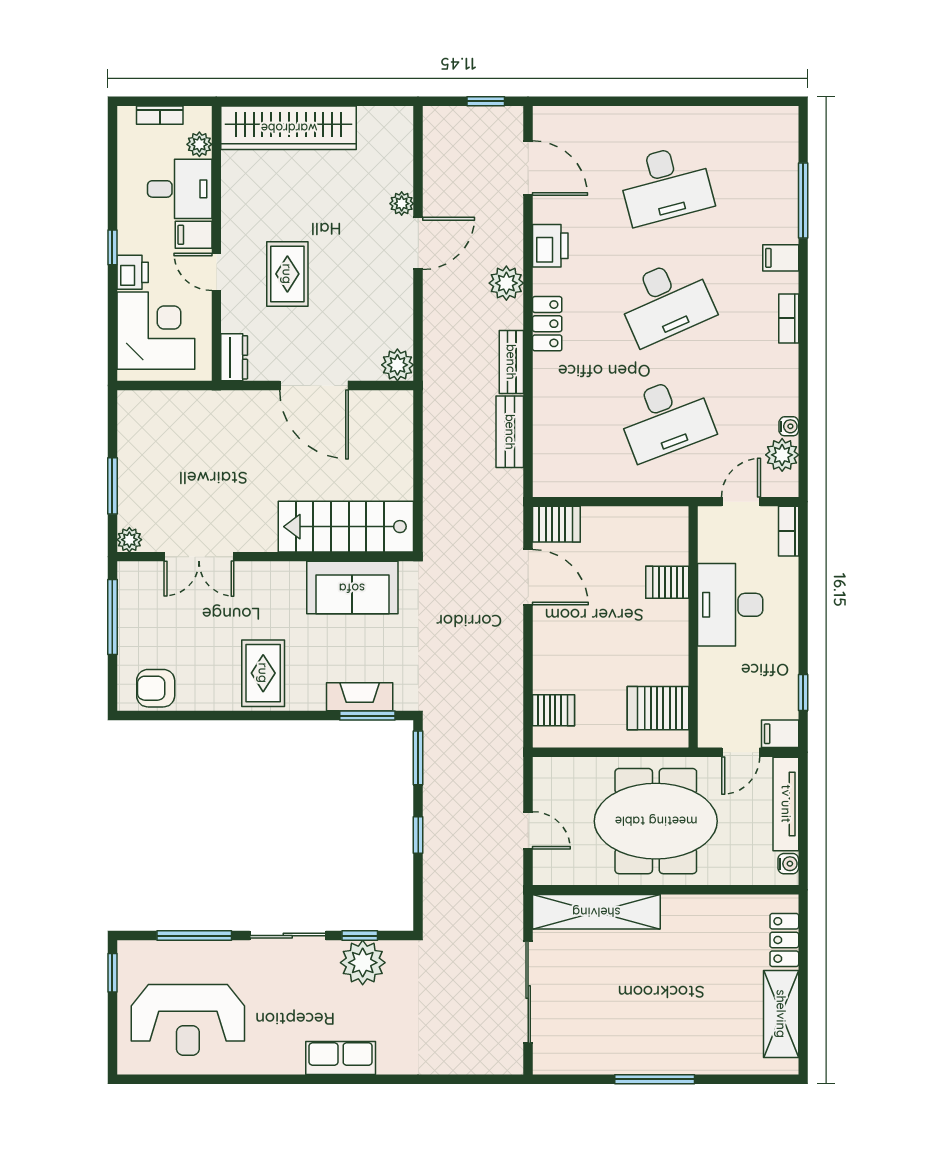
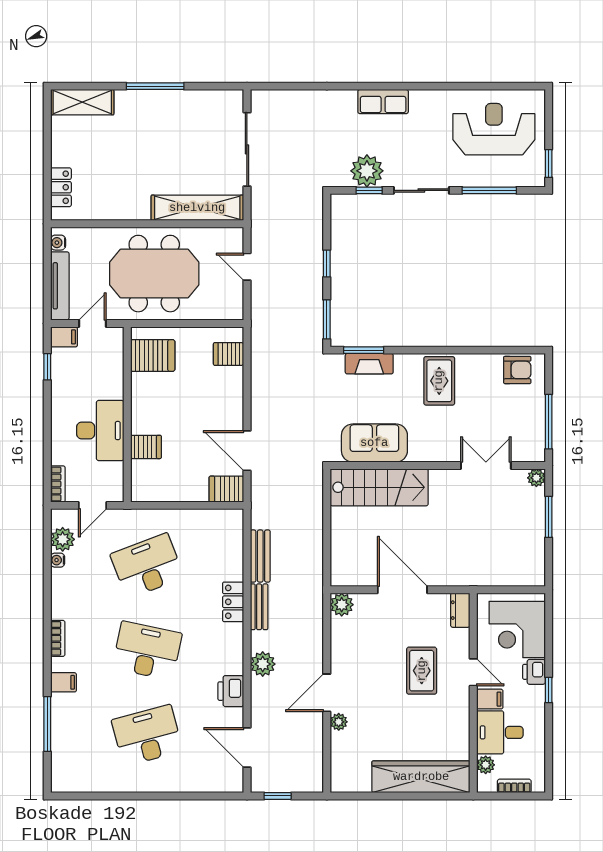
desk: (666, 301) -> (147, 651), turned 36
locker: (547, 324) -> (233, 602), moved
shelving: (781, 1014) -> (82, 102), moved, turned 90

